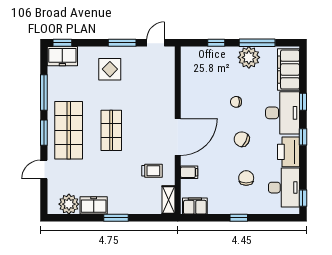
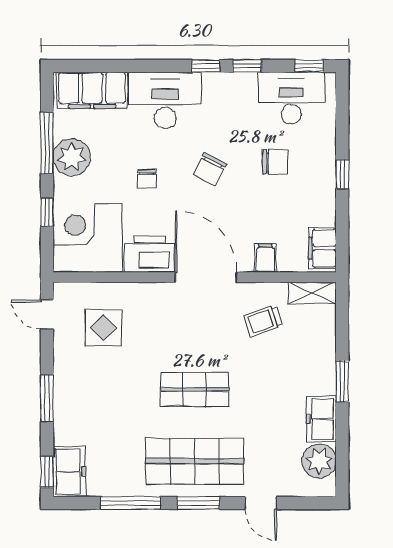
window: (122, 43) -> (47, 398), moved
corner desk: (201, 67) -> (88, 238), added
display table: (110, 69) -> (103, 328), moved
window: (303, 102) -> (247, 66), moved
printer: (289, 152) -> (149, 254), moved, turned 180
trolley: (152, 171) -> (263, 321), turned -108
chair: (246, 178) -> (275, 162), turned 180

